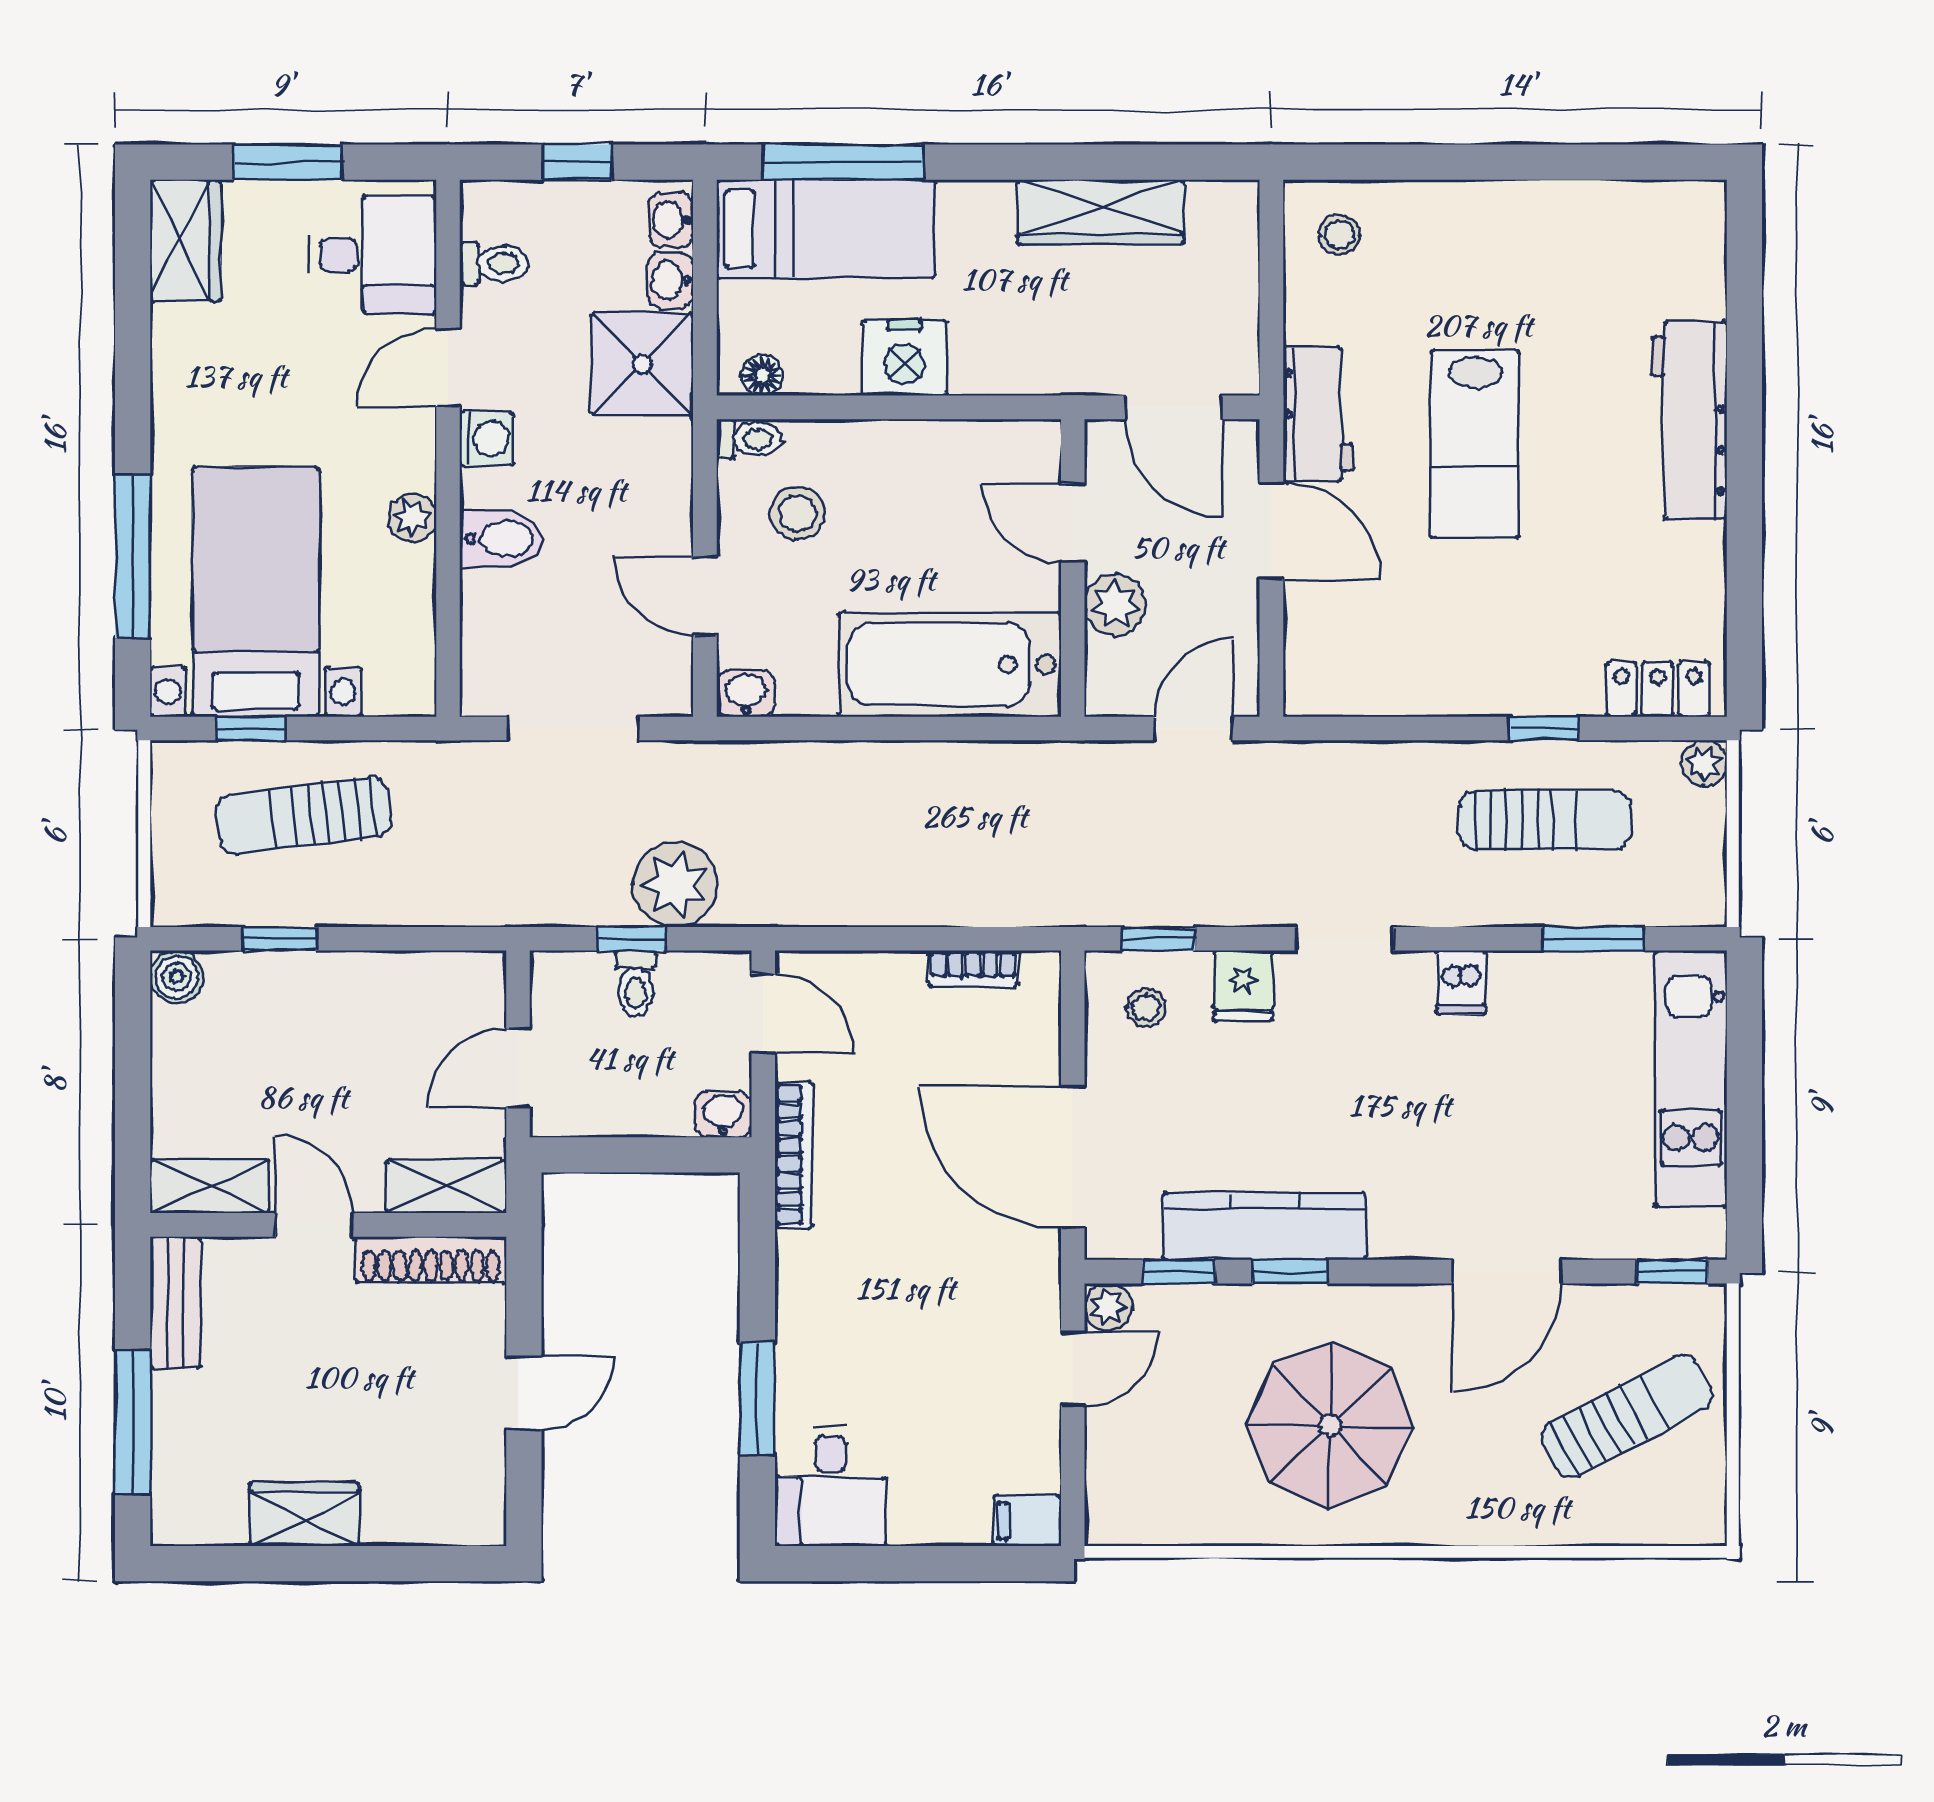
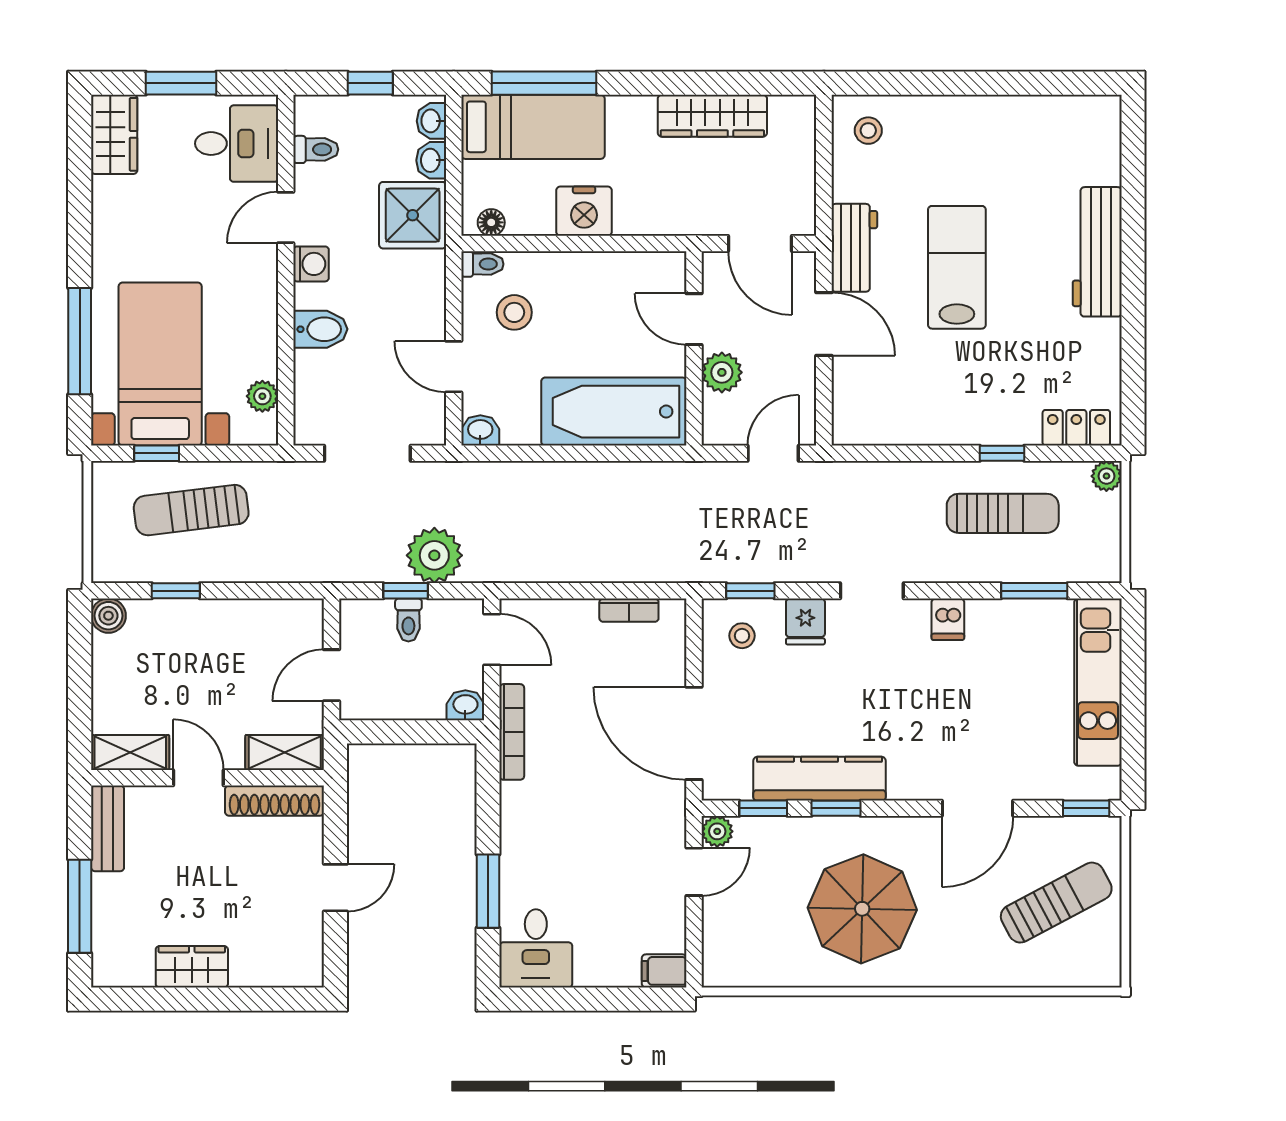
lab bench: (1475, 444) -> (957, 267), turned 180
plant: (412, 518) -> (262, 396), moved

